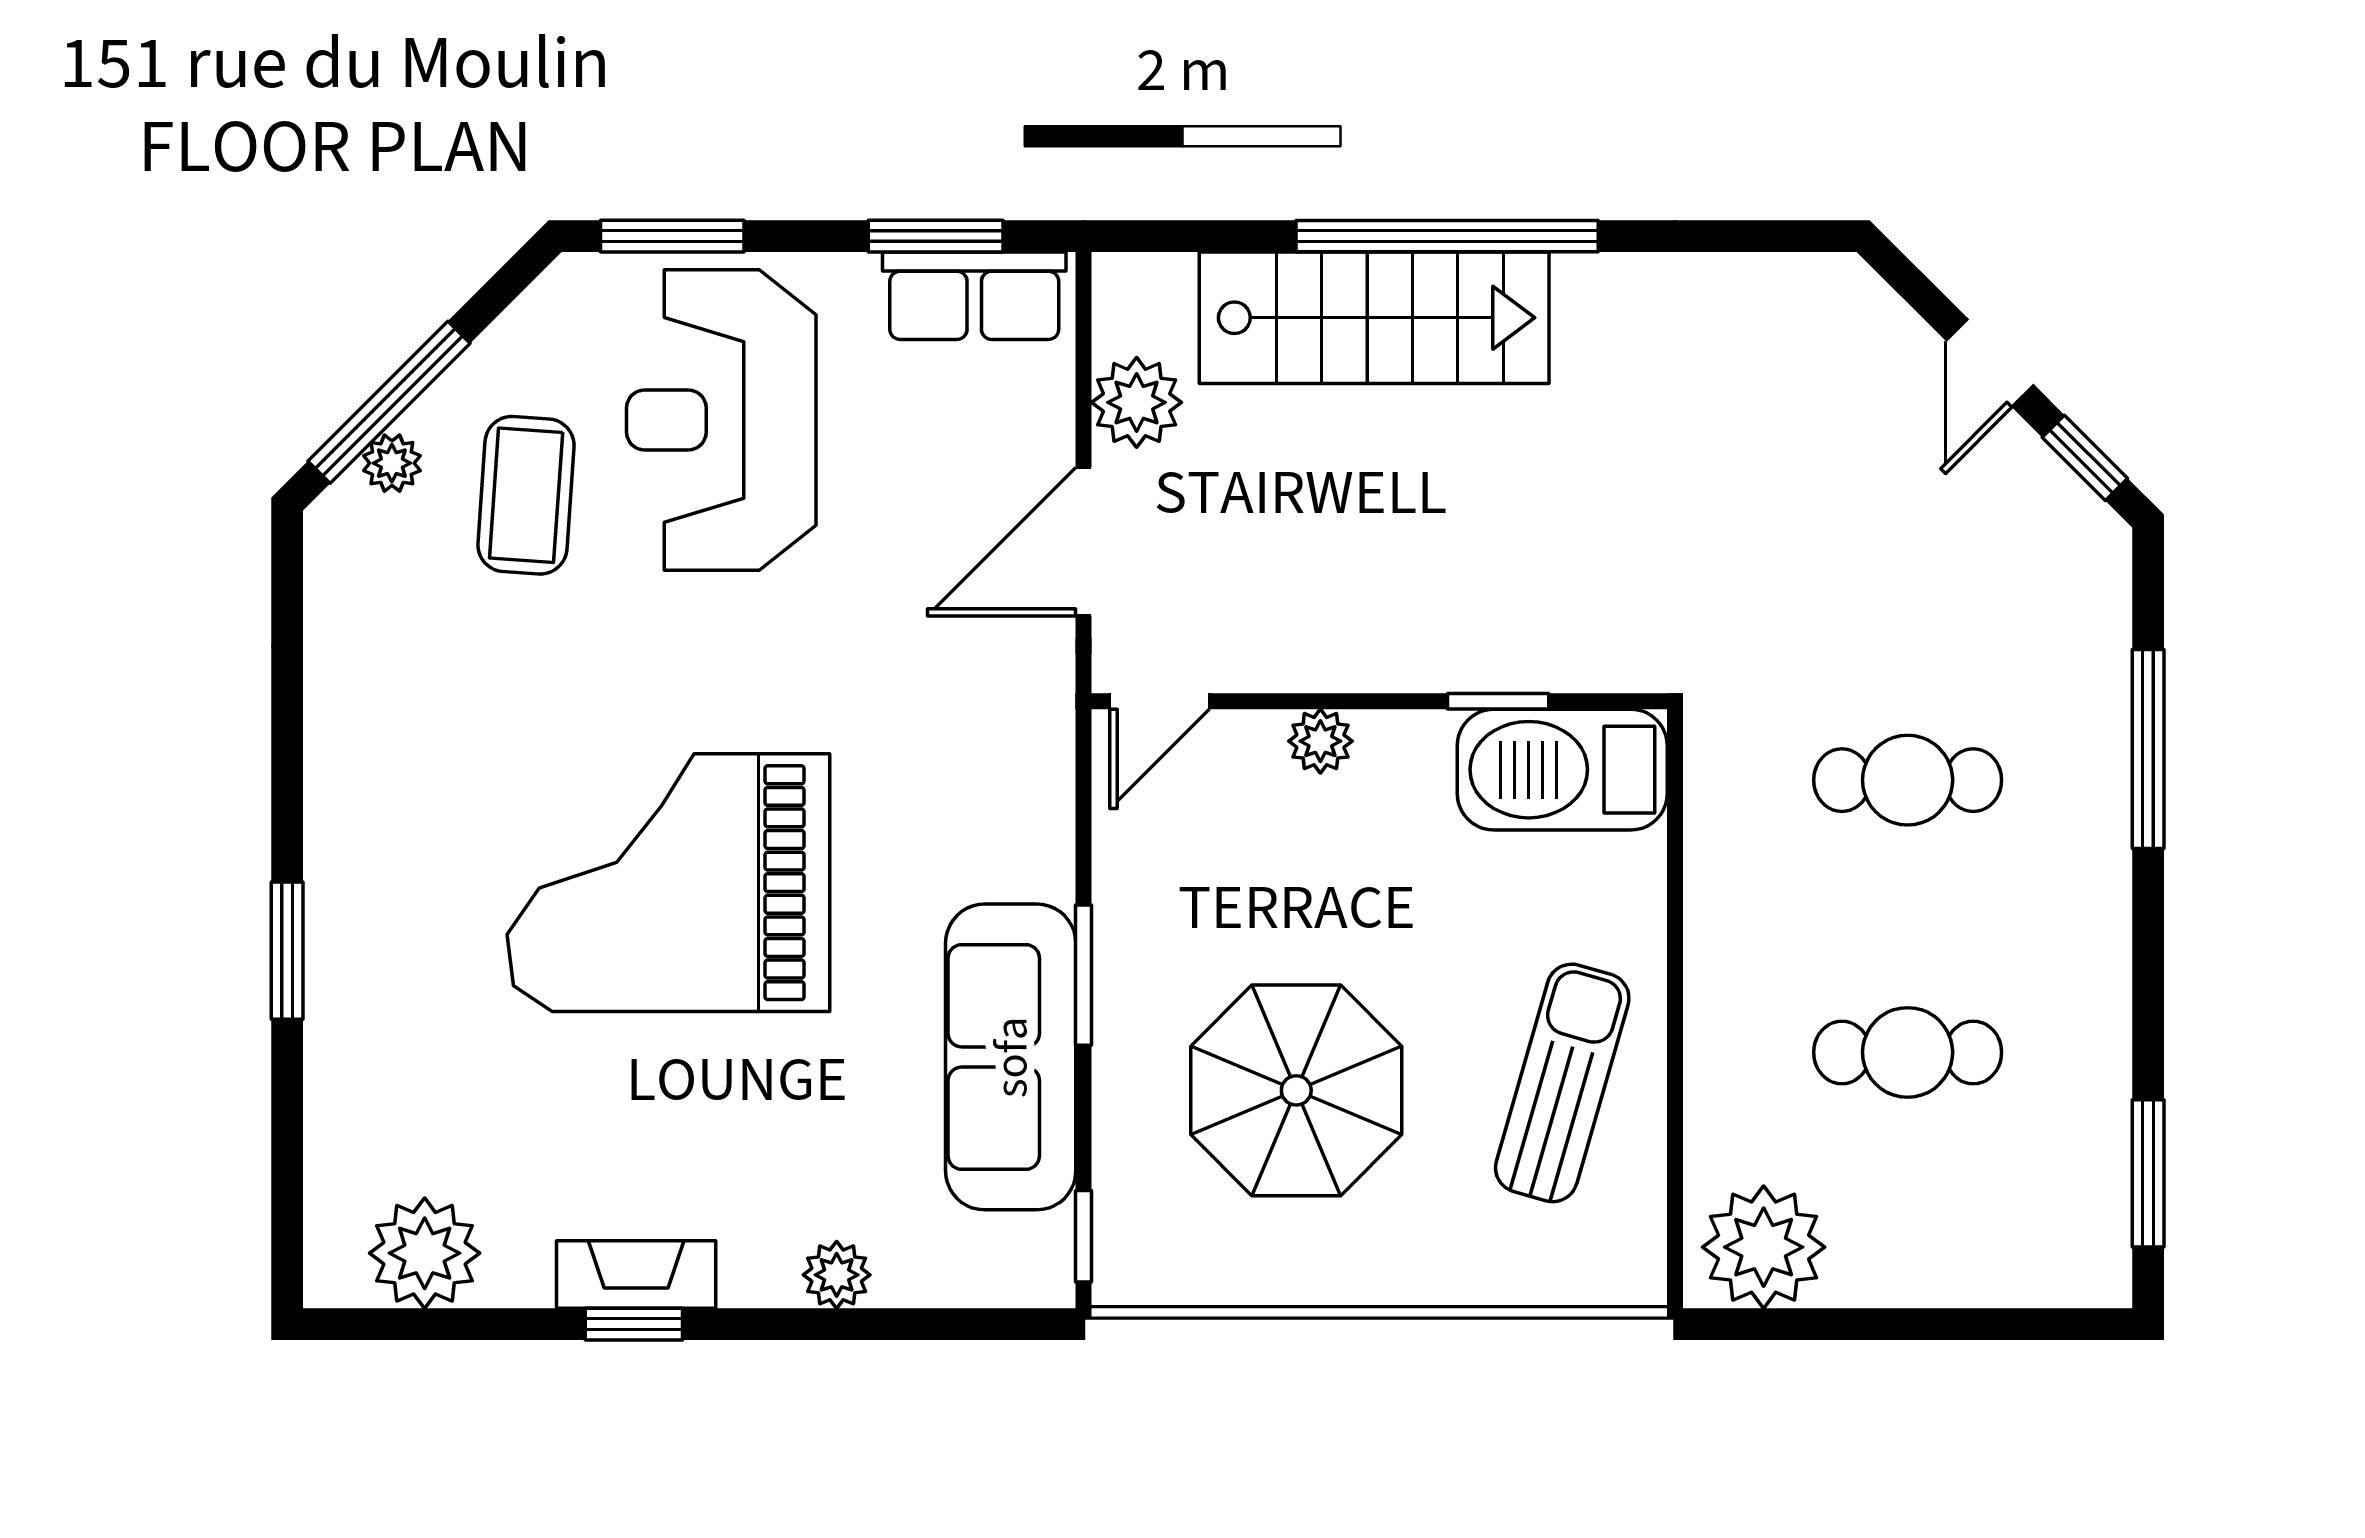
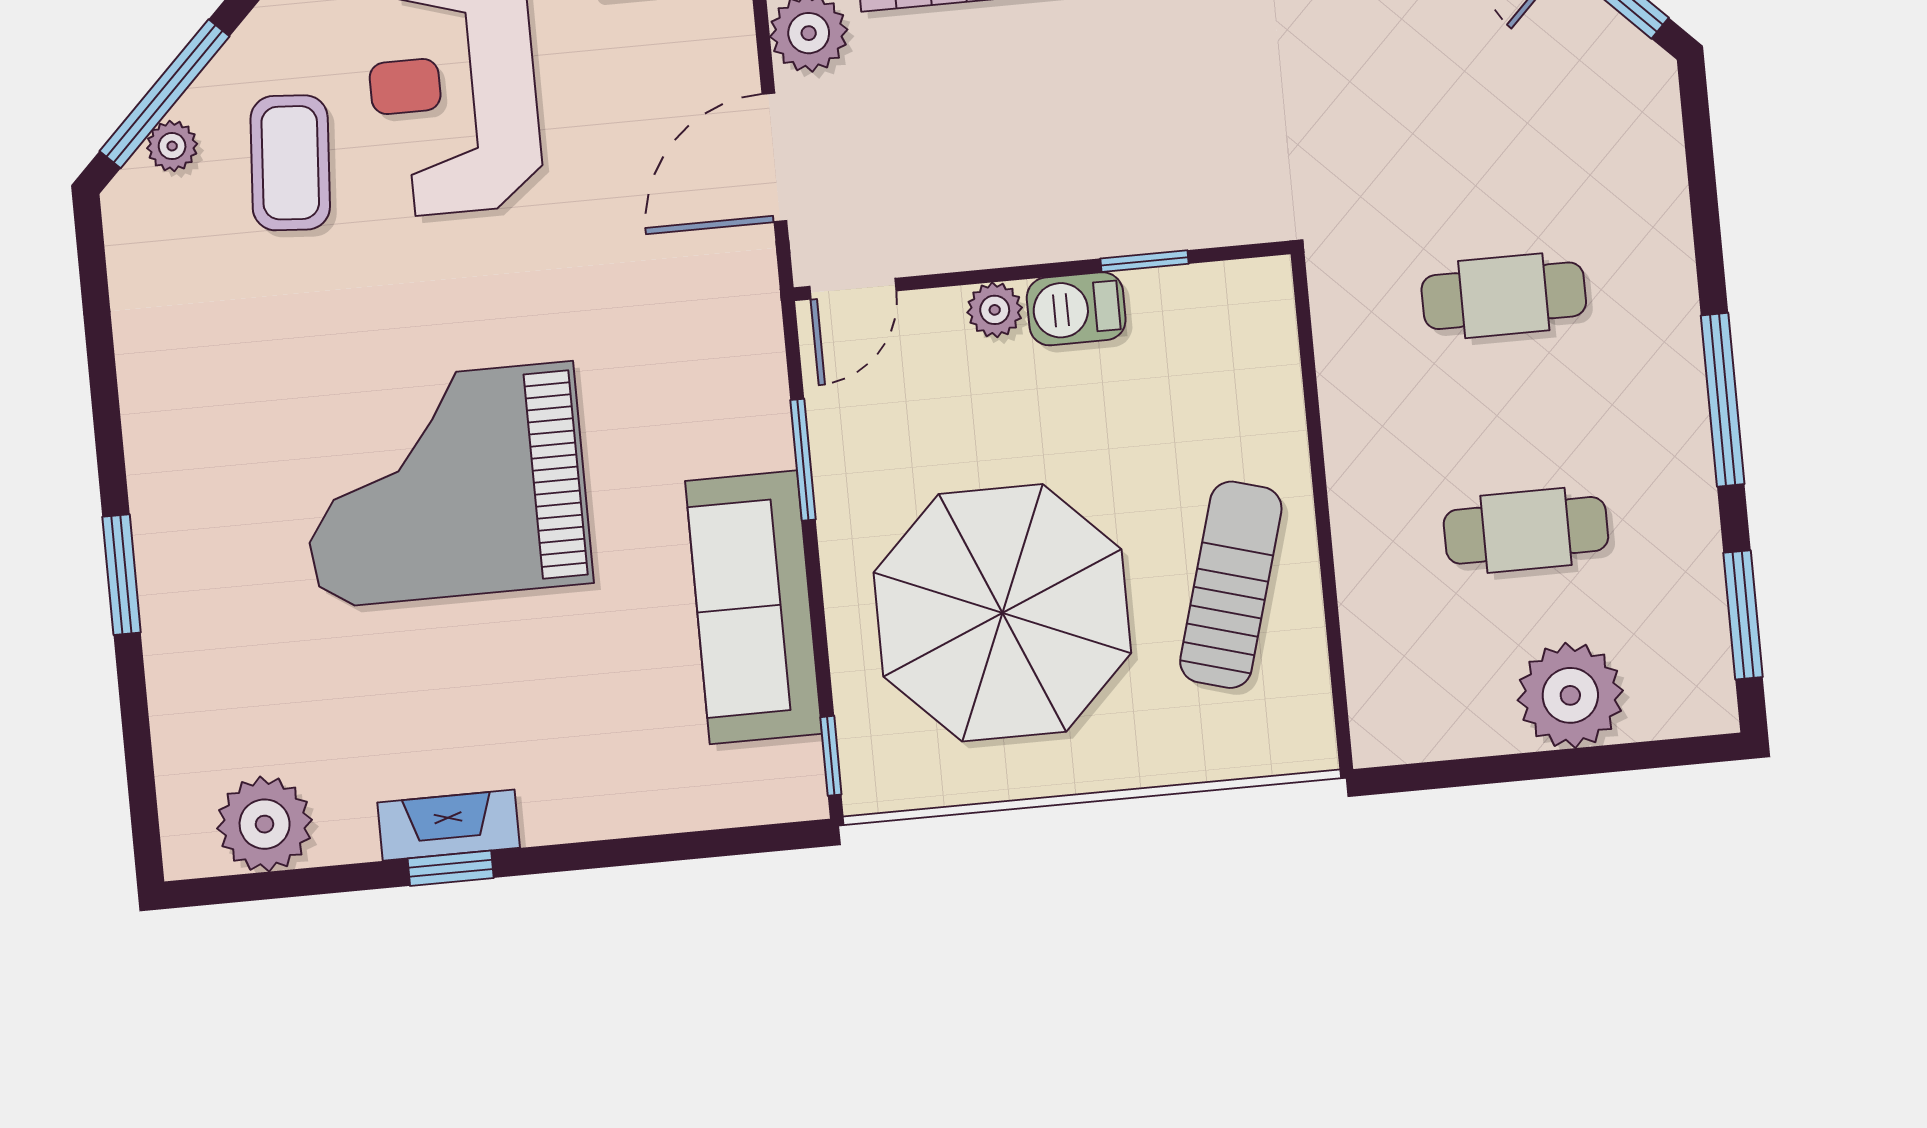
window: (2148, 749) -> (1723, 400), moved
barbecue: (1562, 770) -> (1076, 309), moved, width x0.53, depth x0.65
window: (1084, 975) -> (803, 460), moved
parasol: (1296, 1090) -> (1002, 613), width x1.36, depth x1.36
plant: (1764, 1247) -> (1570, 695), moved
plant: (837, 1275) -> (621, 809), removed

